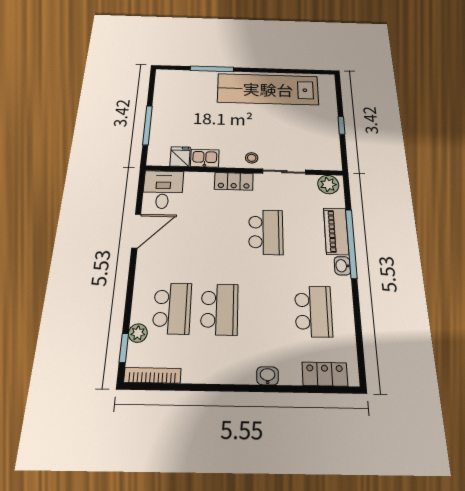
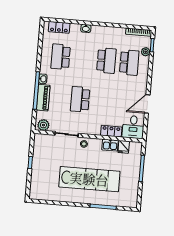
lab bench: (268, 89) -> (89, 179), moved
locker: (234, 181) -> (111, 131), moved
school desk: (172, 308) -> (129, 63), turned 180
school desk: (219, 309) -> (106, 61), turned 180

